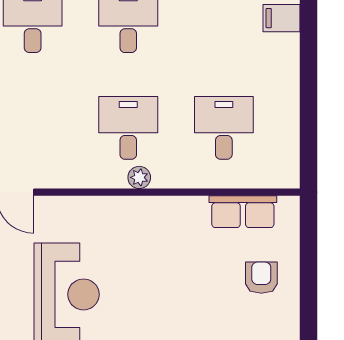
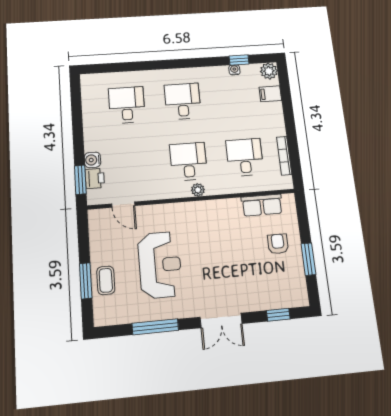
bookcase: (291, 130) -> (284, 156), added
window: (308, 307) -> (308, 259), added

